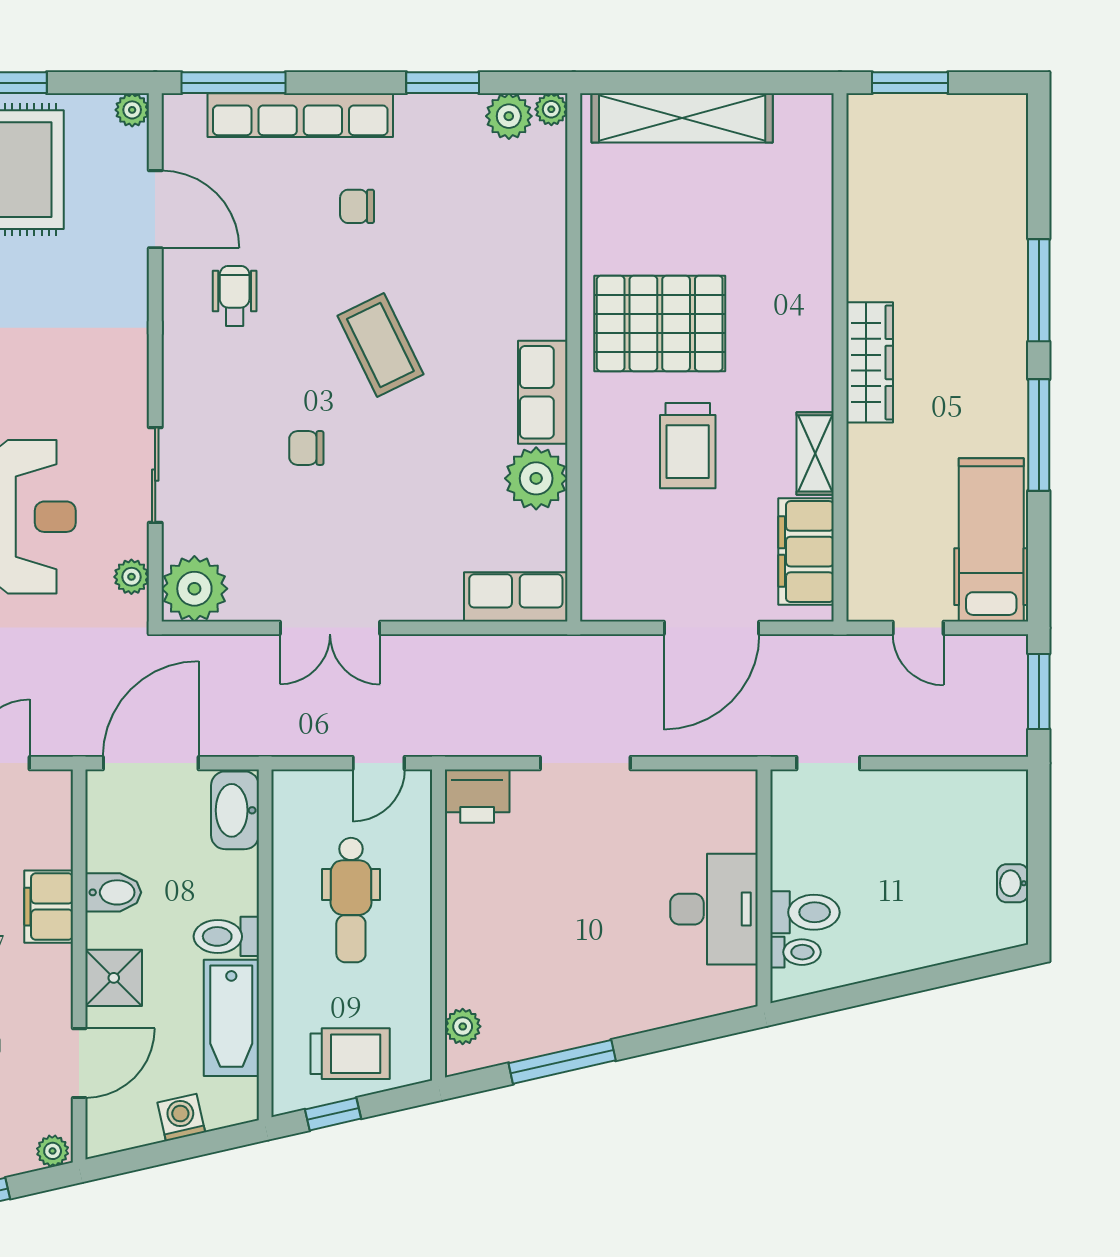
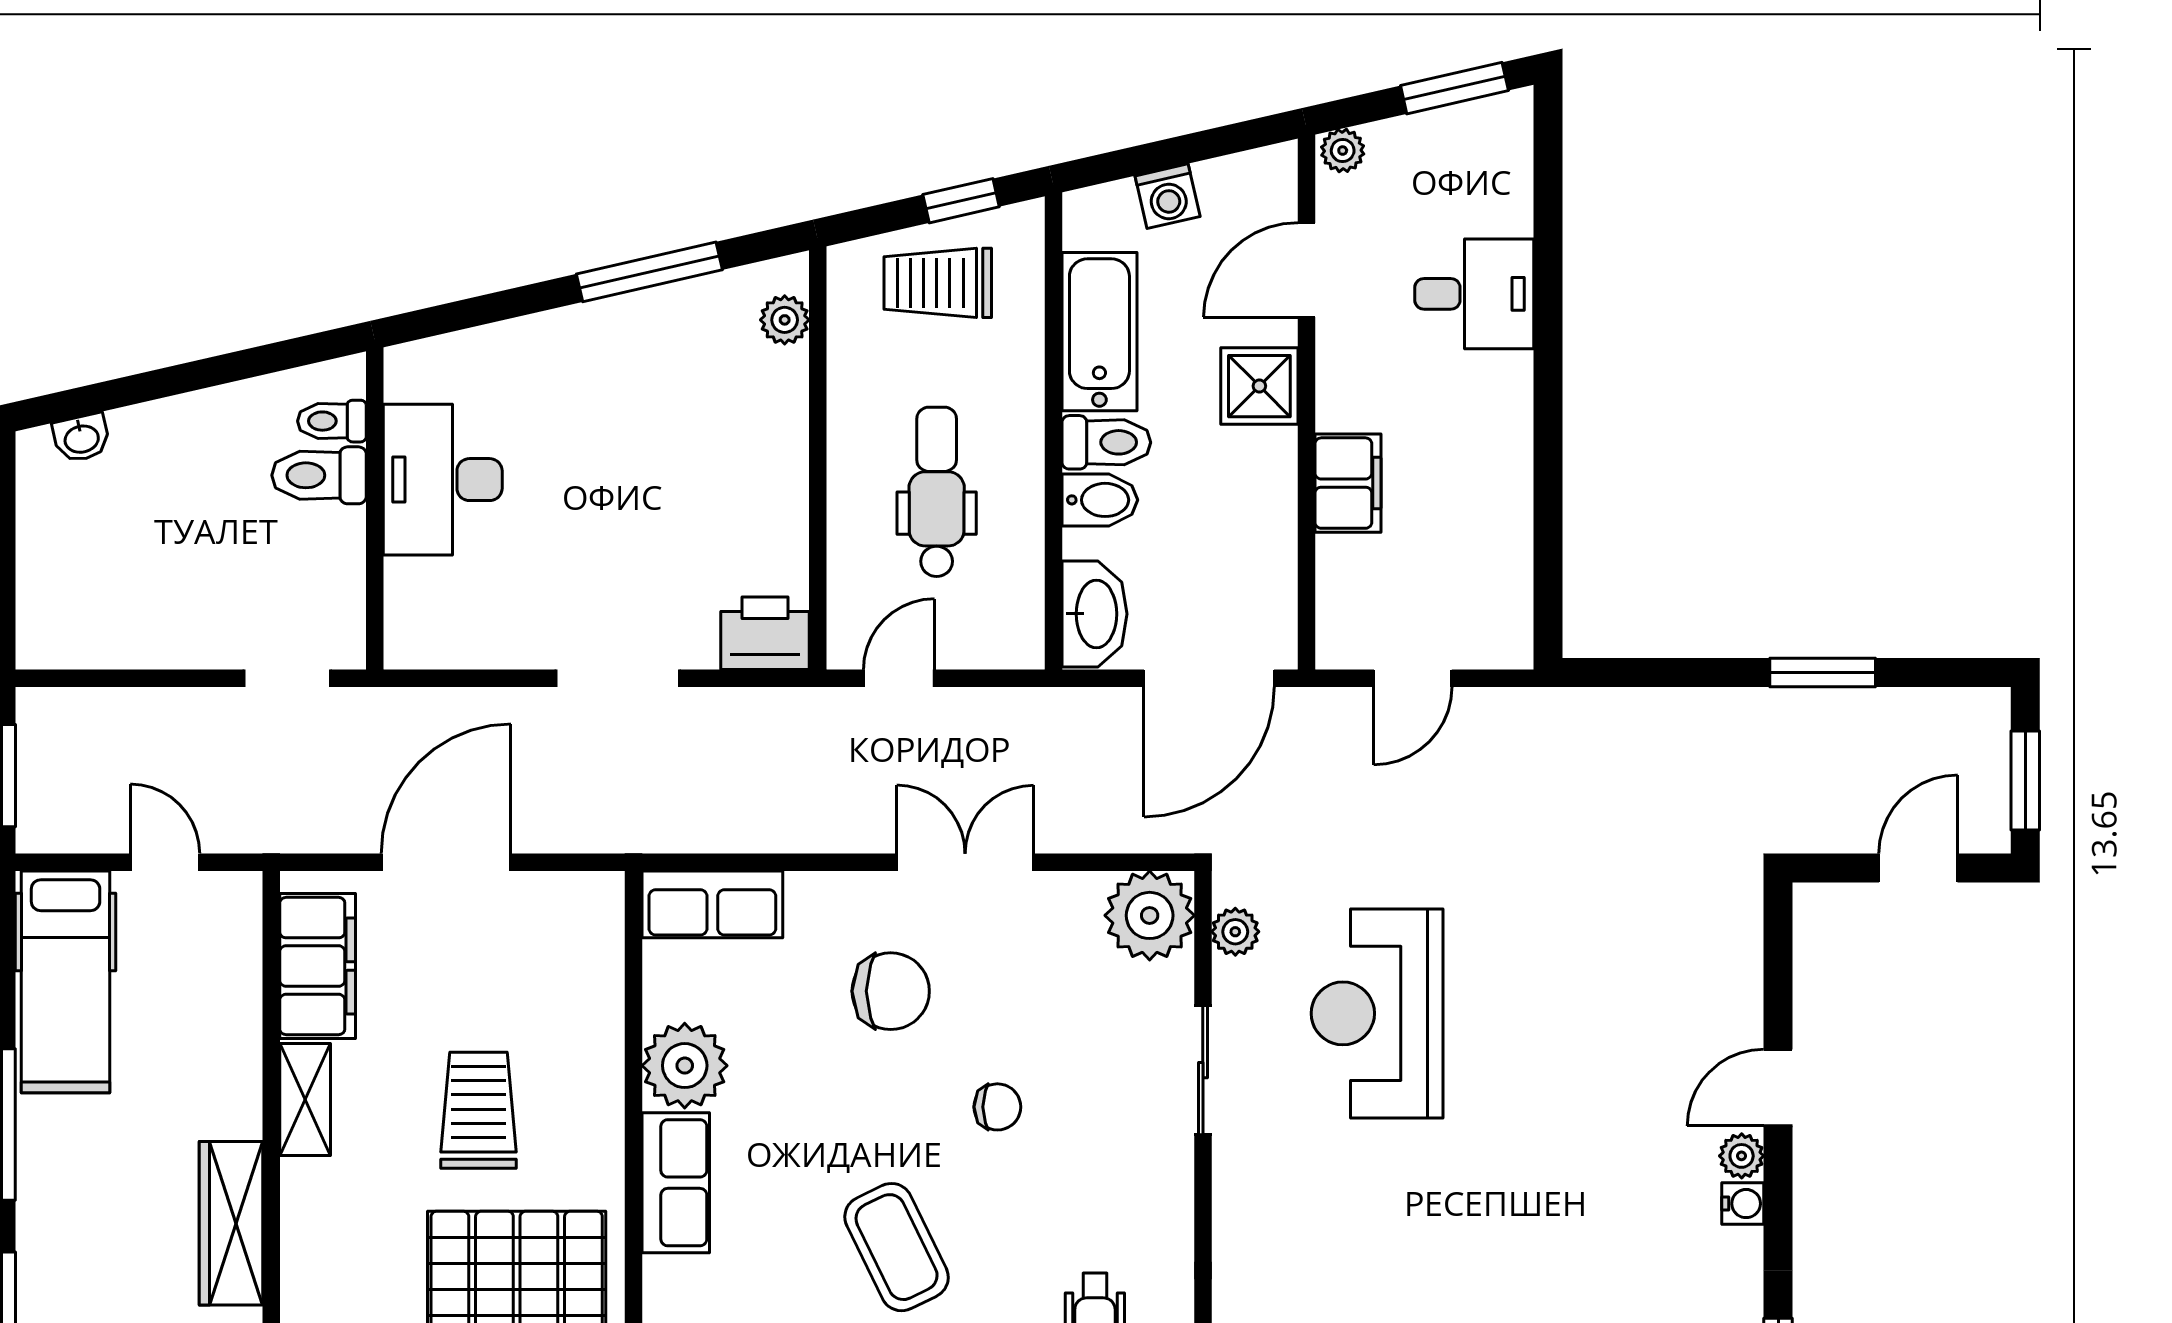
chair: (385, 533) -> (891, 991), added
washbasin: (1013, 883) -> (81, 438), moved, turned 77
bidet: (113, 892) -> (1100, 500), moved, turned 180

